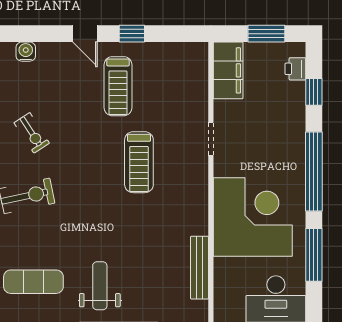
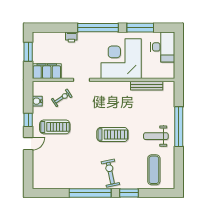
water cooler: (26, 52) -> (37, 101), moved
printer: (295, 69) -> (71, 37), moved
window: (314, 92) -> (58, 28), removed
exercise bike: (32, 133) -> (62, 98), moved
treadmill: (139, 162) -> (112, 134), moved

